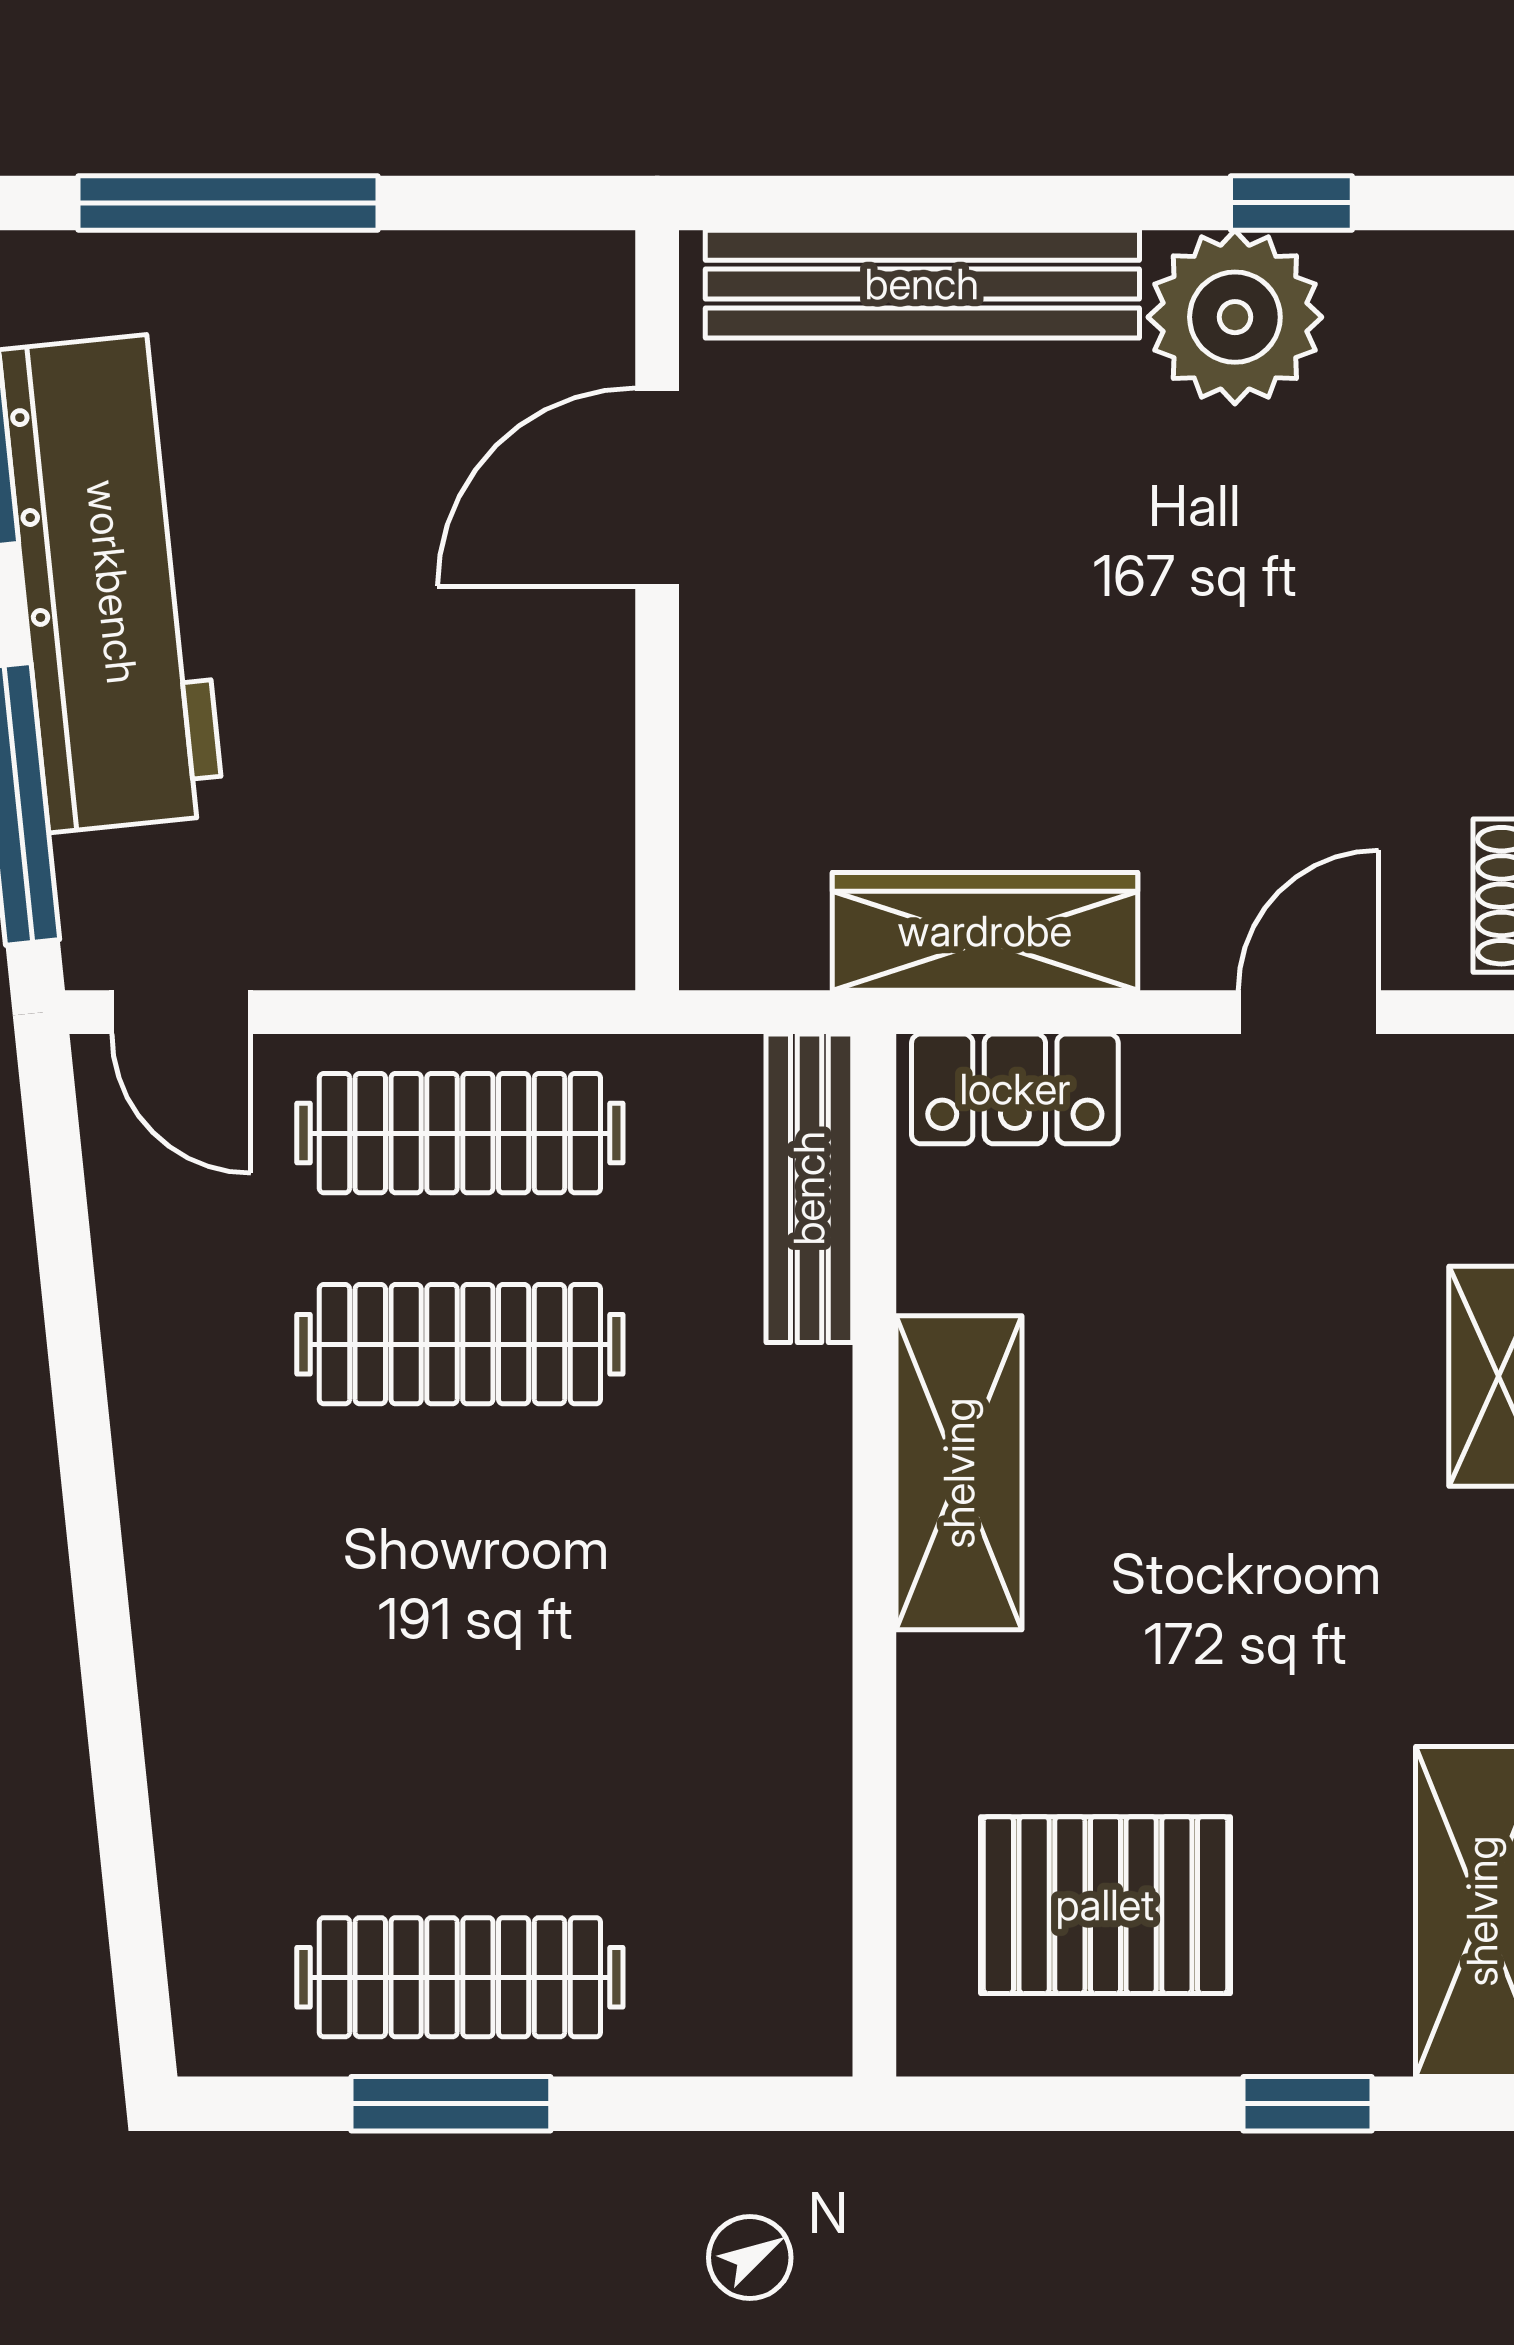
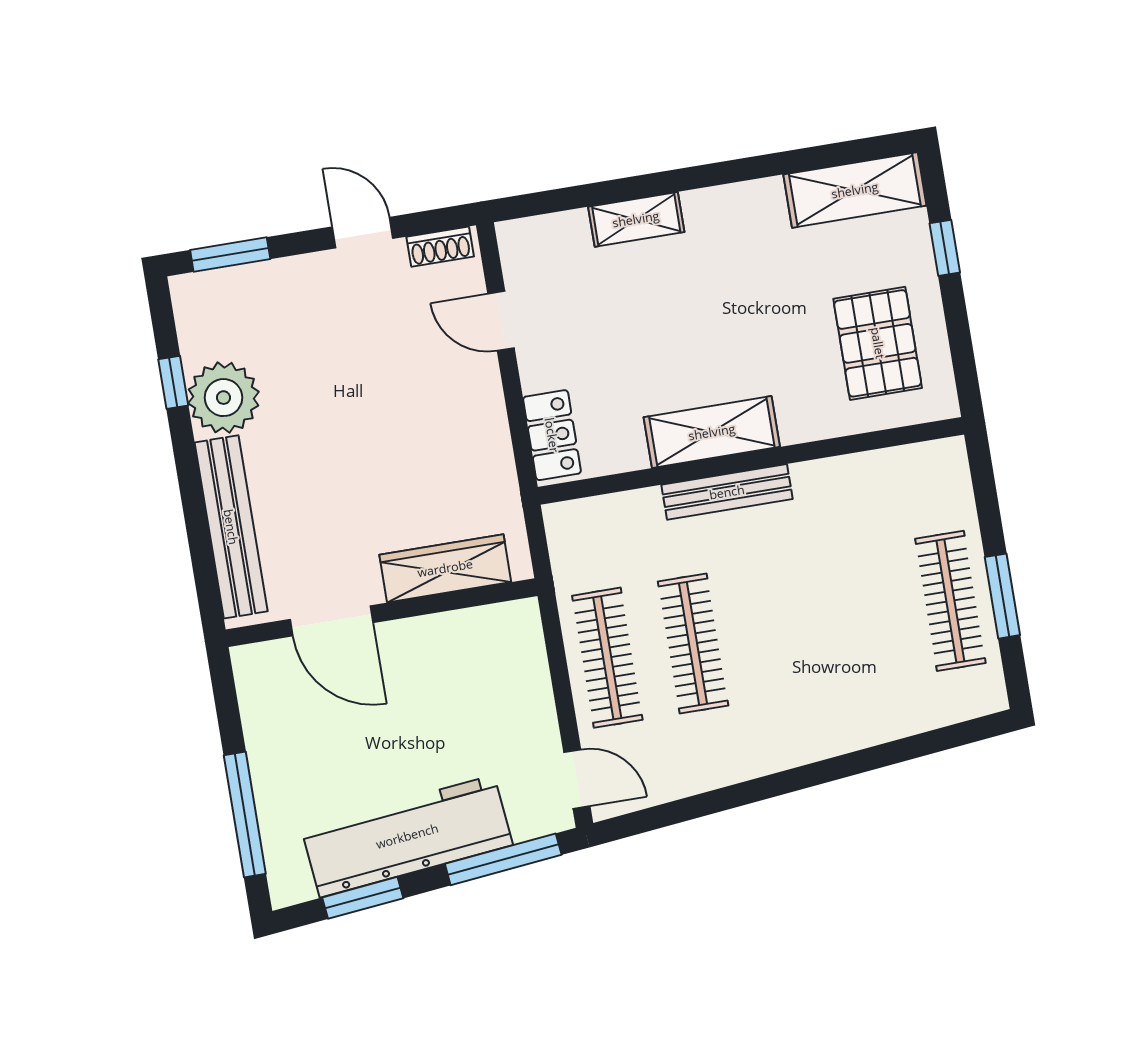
wardrobe: (985, 931) -> (445, 568), moved, turned 90
door: (181, 1012) -> (577, 779), hinge flipped
bench: (809, 1188) -> (727, 492), moved

